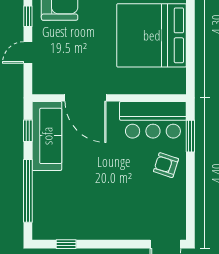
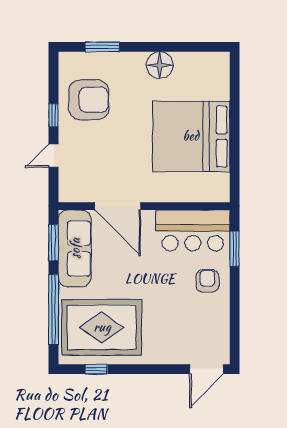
window: (28, 131) -> (53, 243), width x1.50
armchair: (166, 165) -> (207, 281), turned 72
rug: (71, 207) -> (102, 327), added

